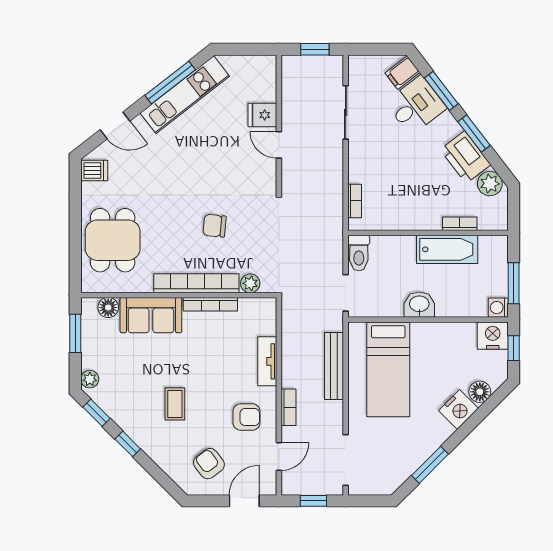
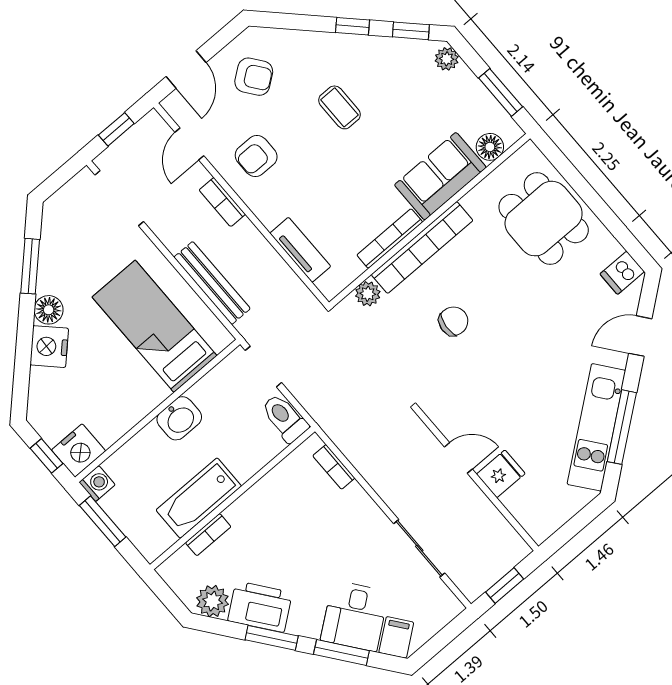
tv unit: (267, 361) -> (300, 250), moved
floor lamp: (480, 392) -> (49, 310), moved

